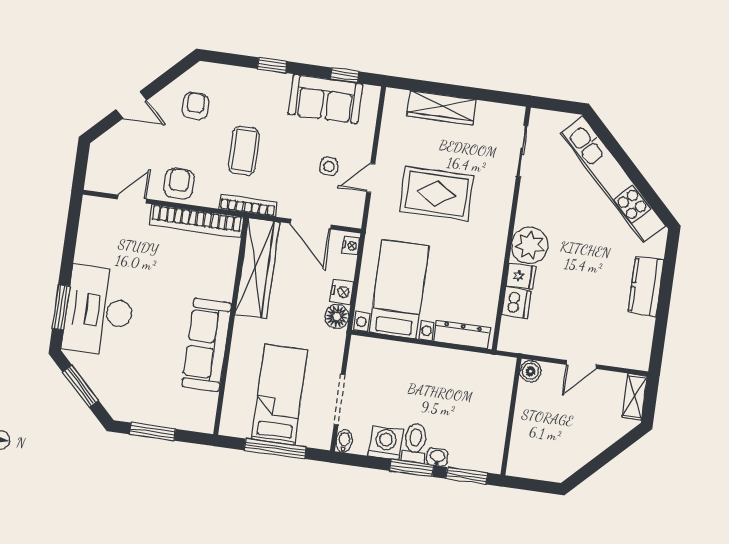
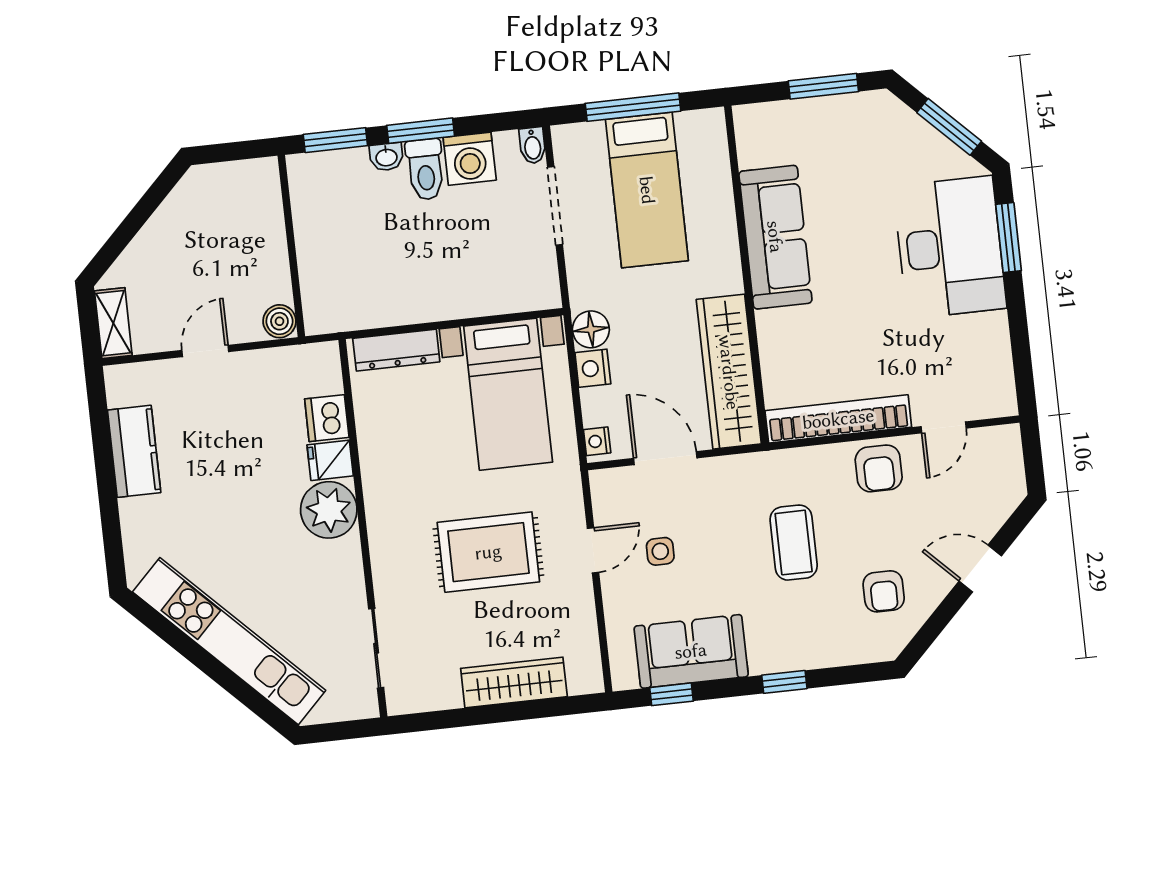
bookcase: (248, 206) -> (767, 462), removed
kitchen counter: (646, 286) -> (134, 451), moved

